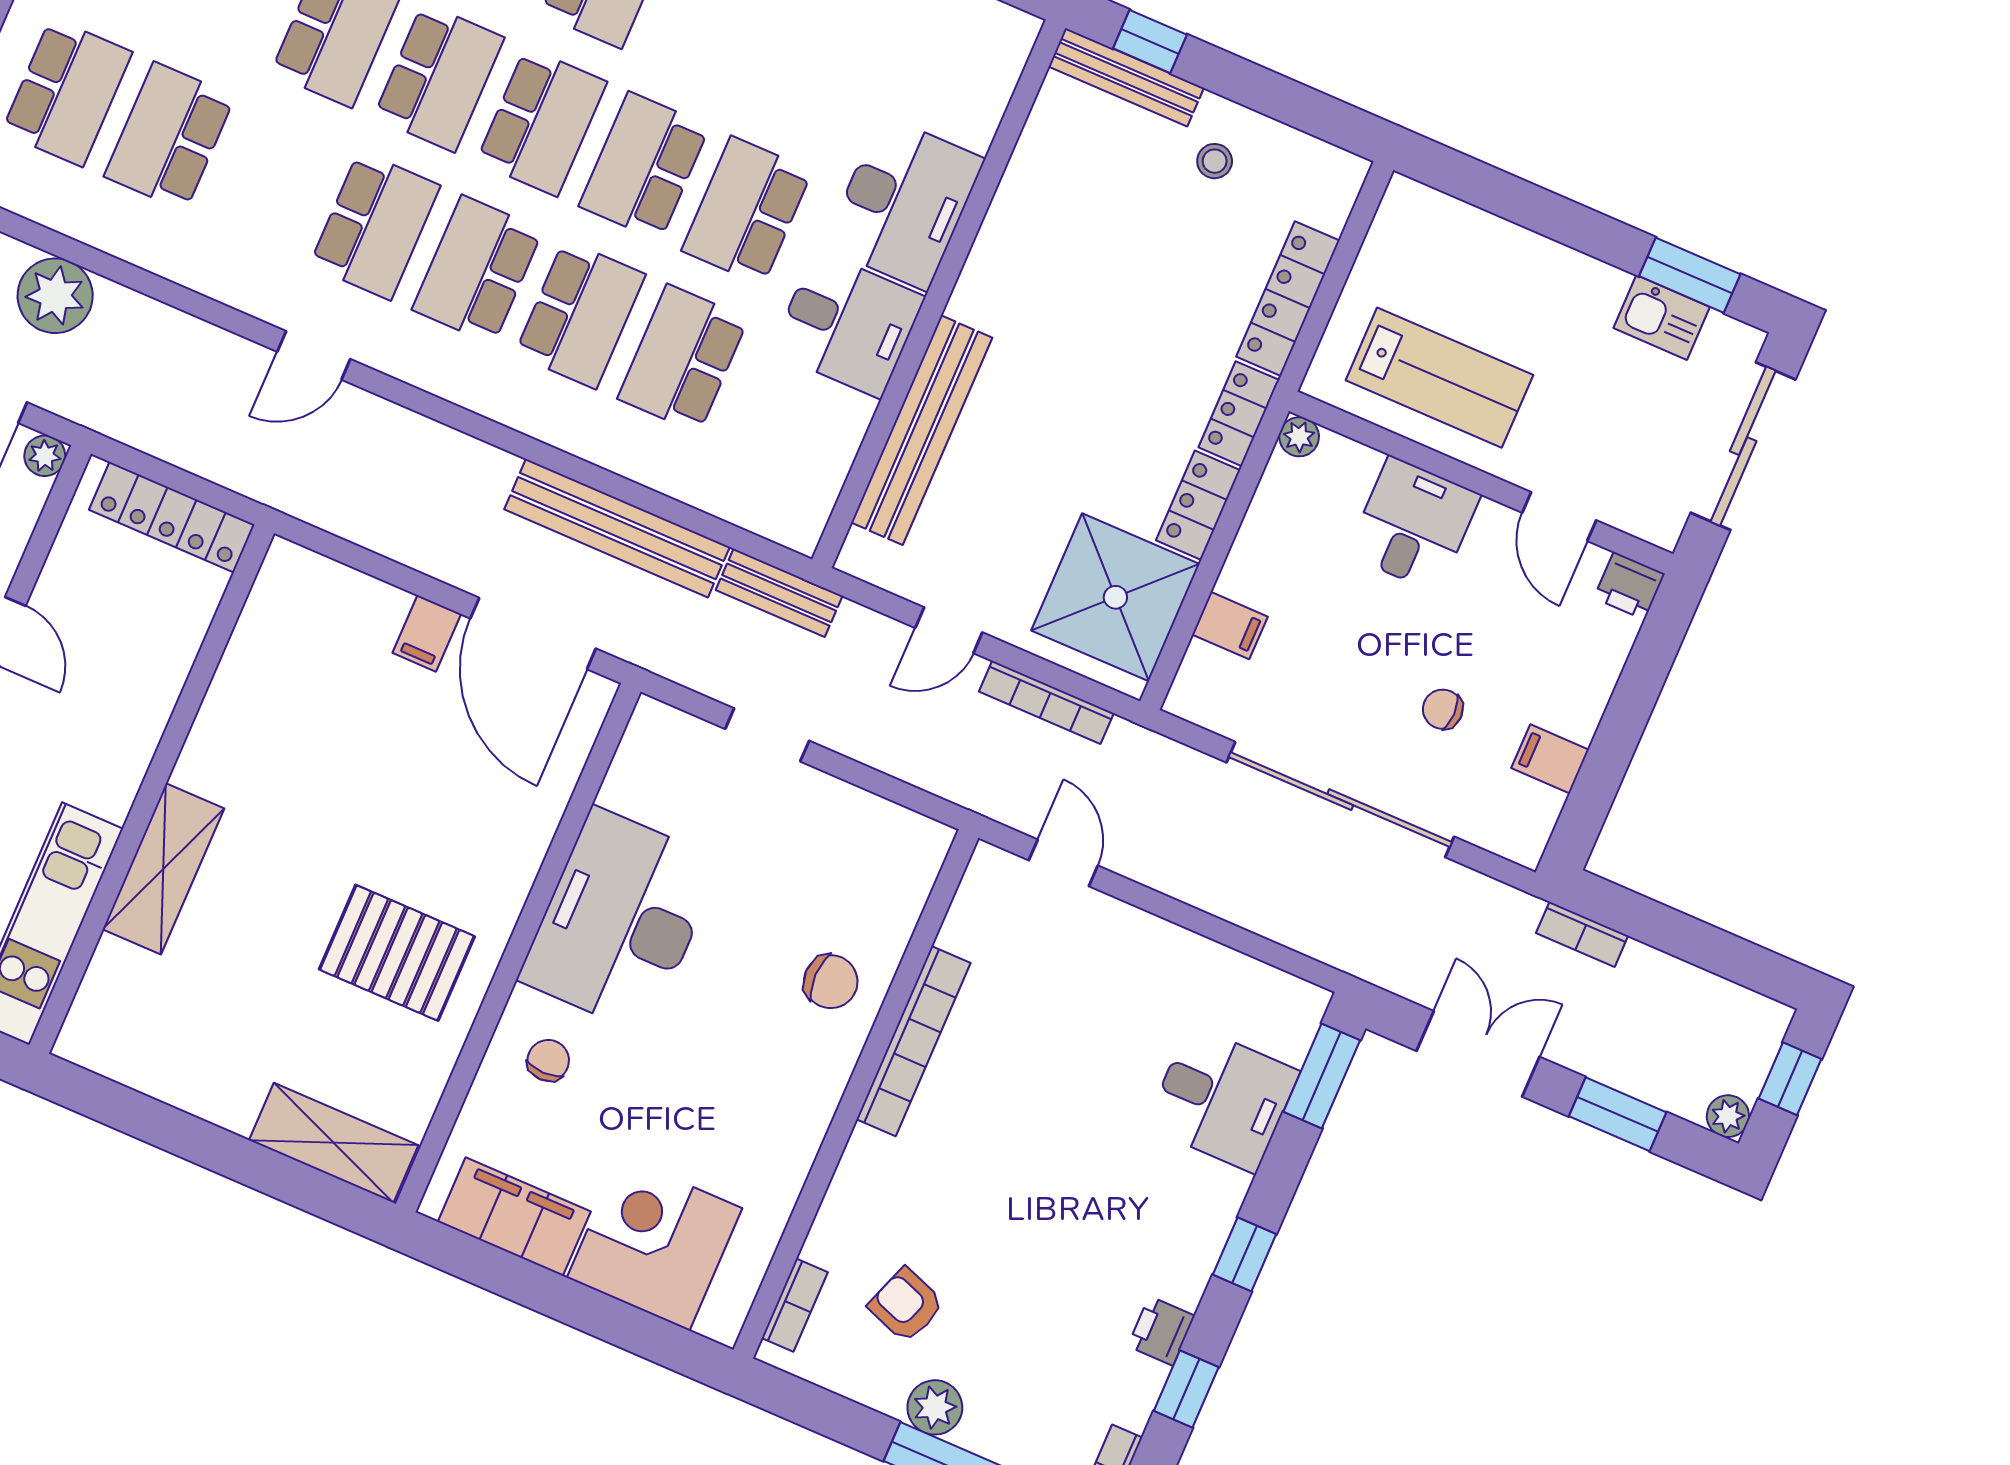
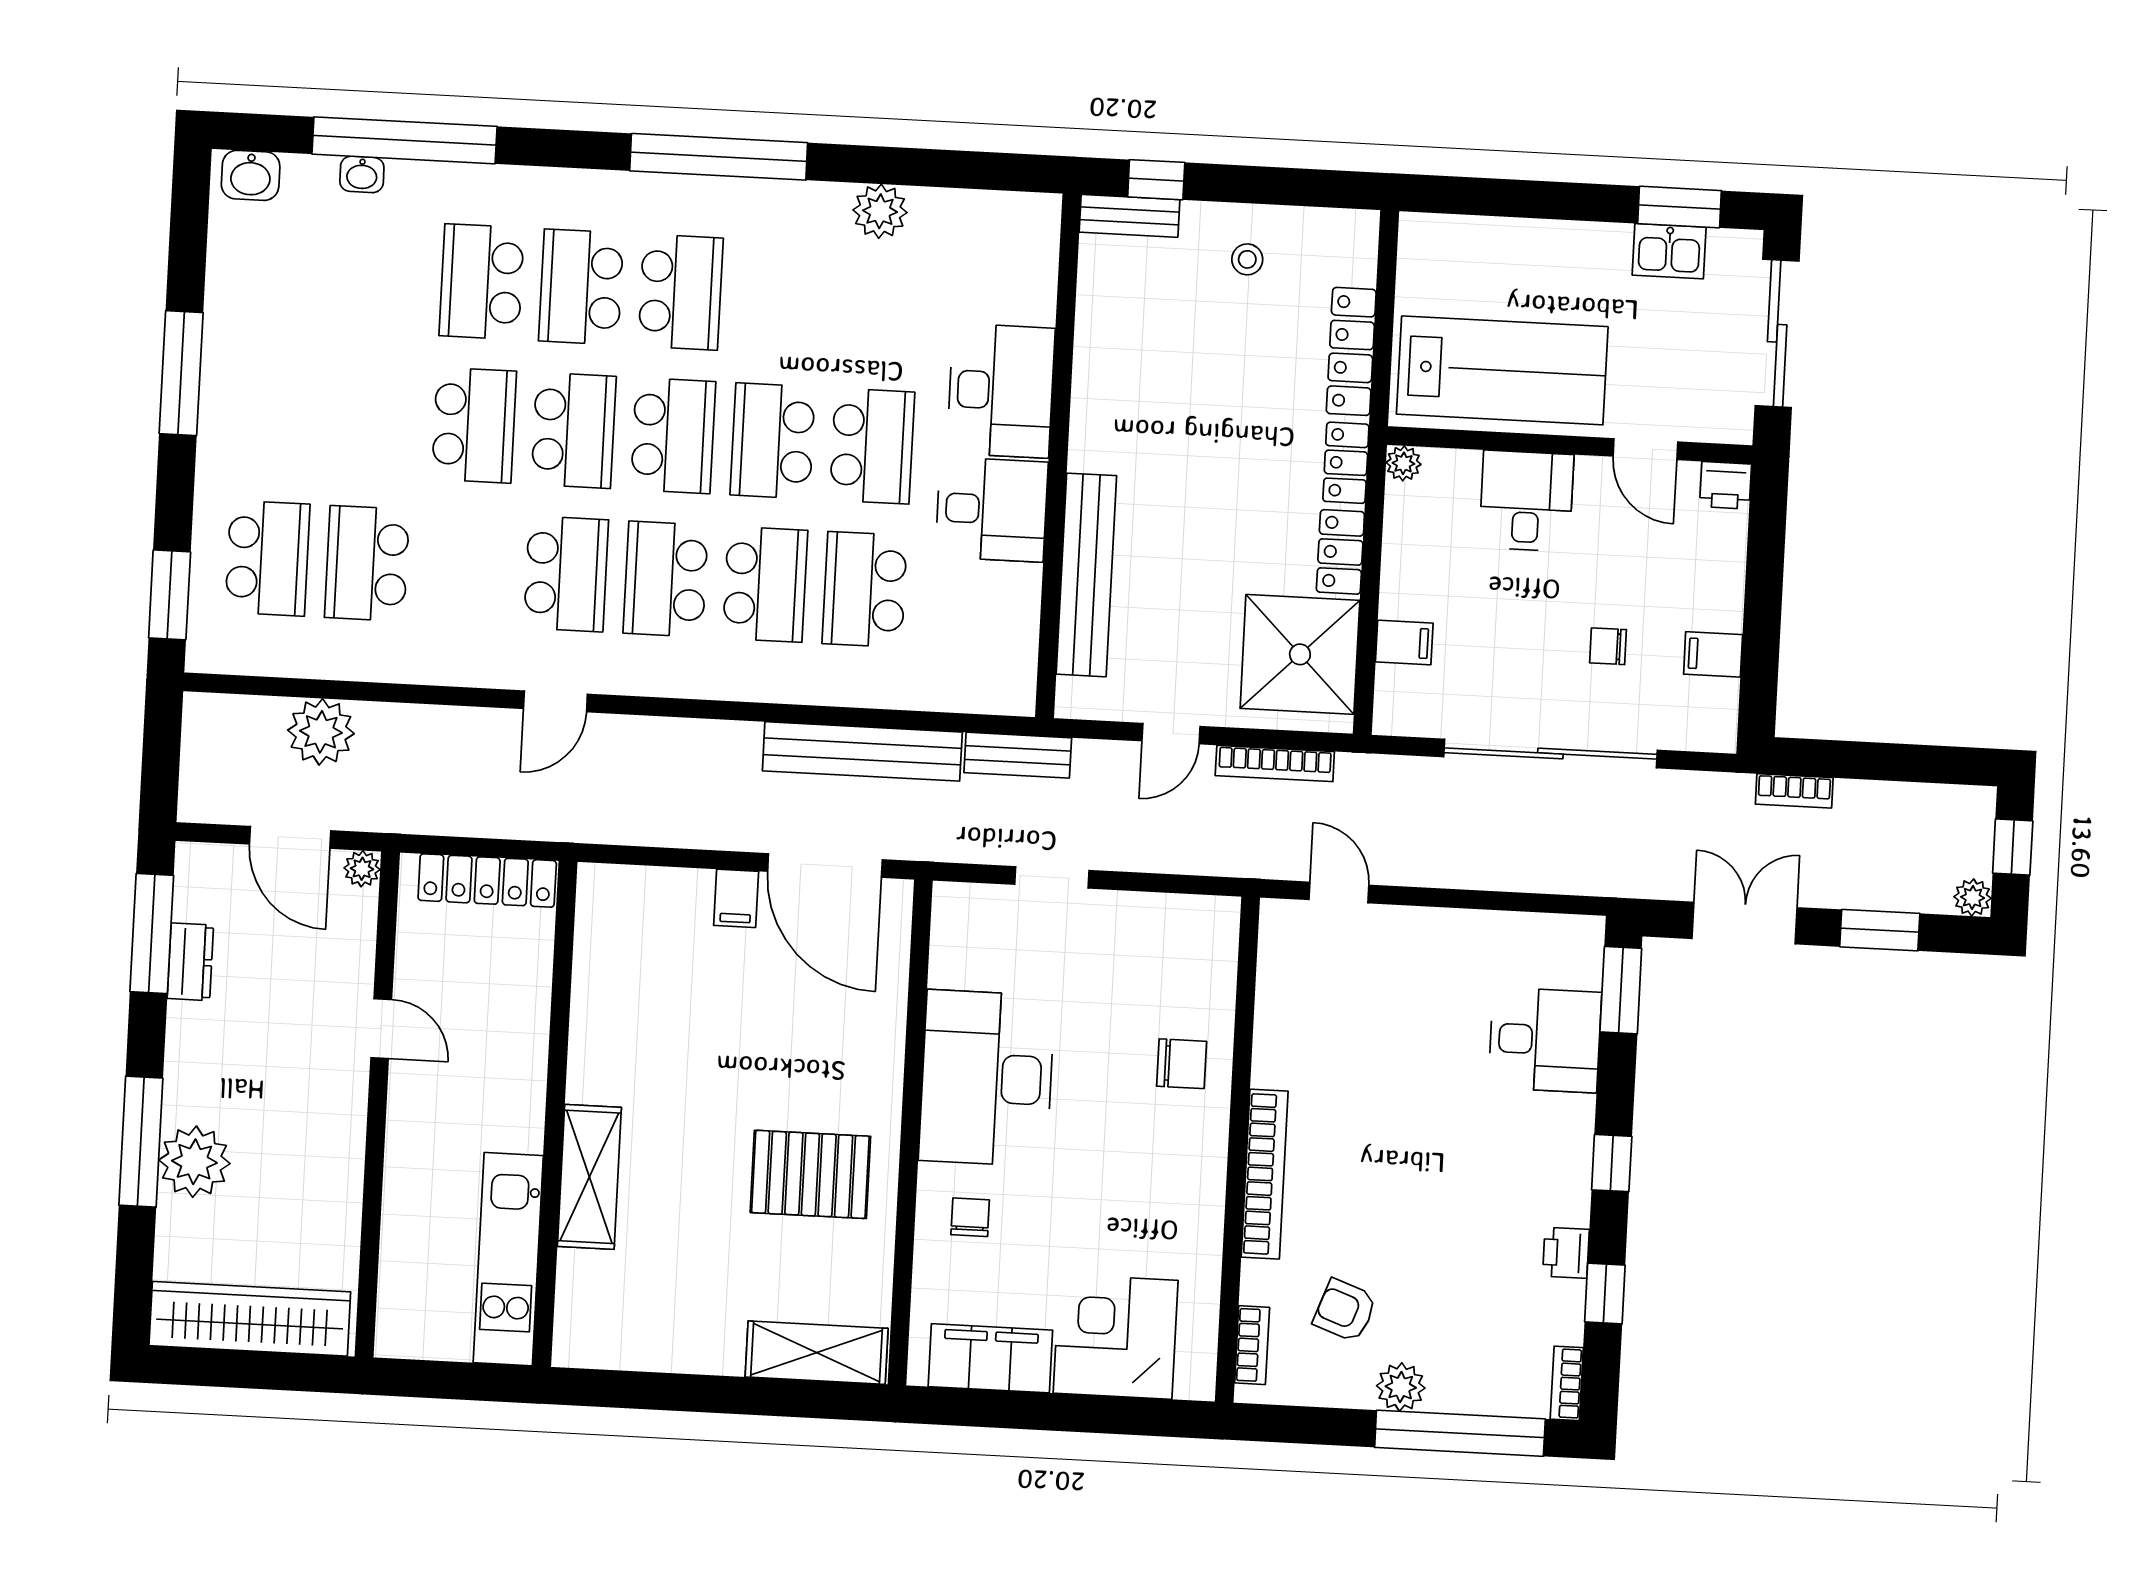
bench: (1126, 77) -> (1130, 216), width x0.73
school desk: (747, 211) -> (872, 446), turned 180
lab bench: (1439, 378) -> (1502, 370), width x1.36, depth x1.39
bookcase: (913, 1041) -> (1265, 1174), moved

